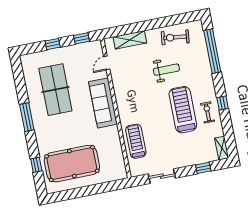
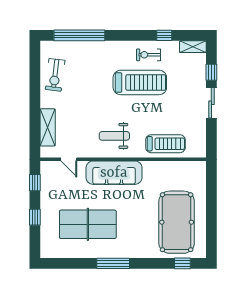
weight bench: (166, 70) -> (114, 136), moved, turned -90
window: (223, 103) -> (164, 35), moved
treadmill: (183, 110) -> (140, 82), turned 180
treadmill: (136, 141) -> (165, 144), turned 180
window: (36, 165) -> (182, 263), moved
sliding door: (162, 176) -> (211, 103), moved

